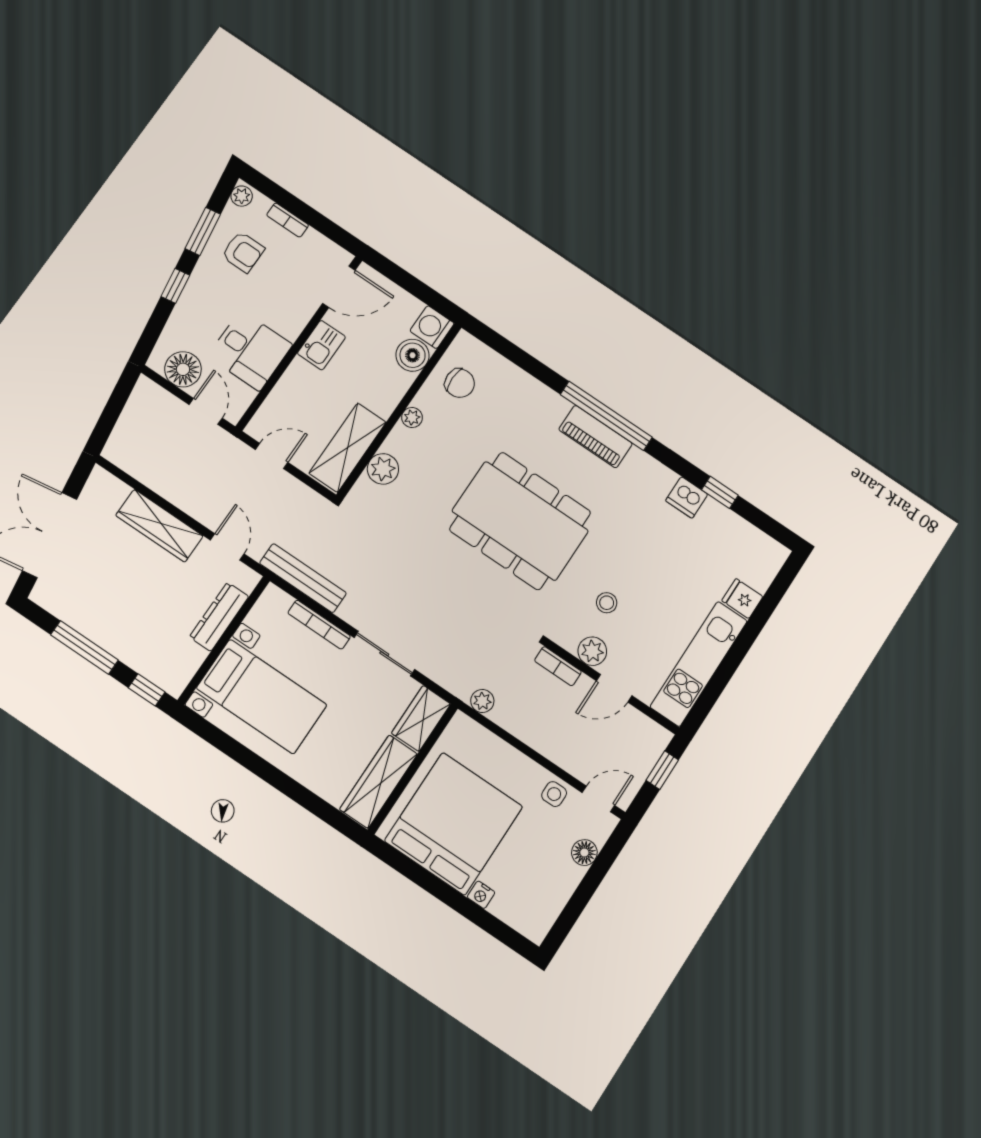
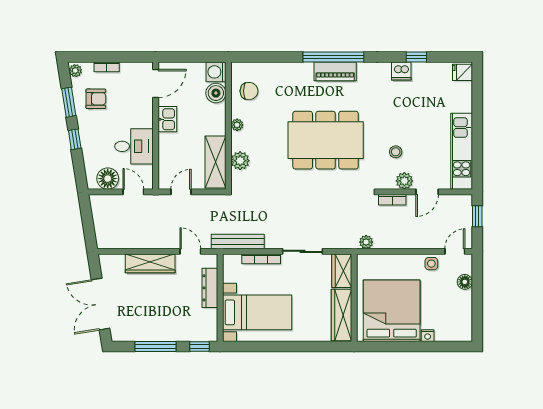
fridge: (742, 599) -> (462, 72), moved

